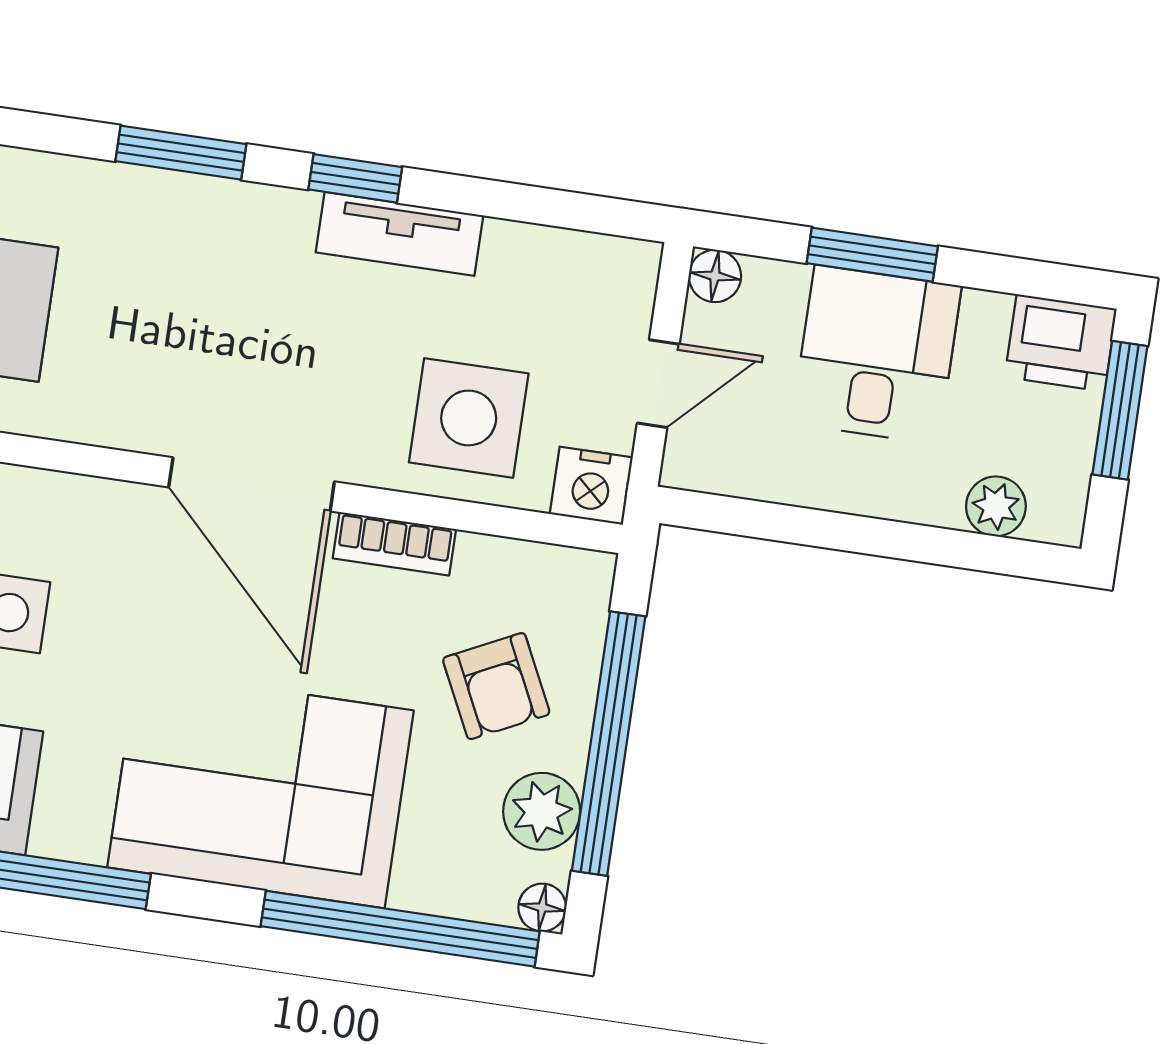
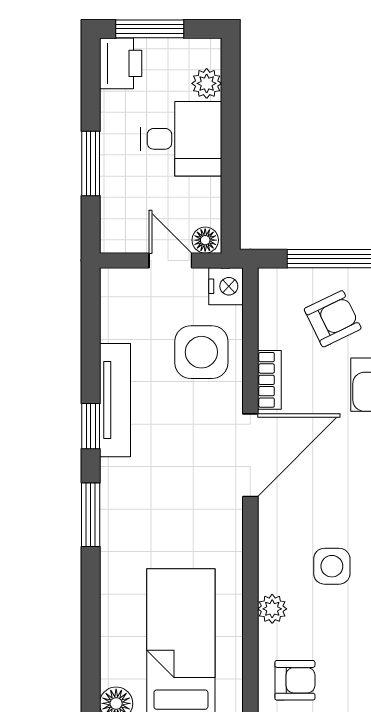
tv unit: (400, 234) -> (115, 400), width x1.41
floor lamp: (715, 276) -> (205, 240), moved
desk: (877, 355) -> (181, 139), moved, turned 180

